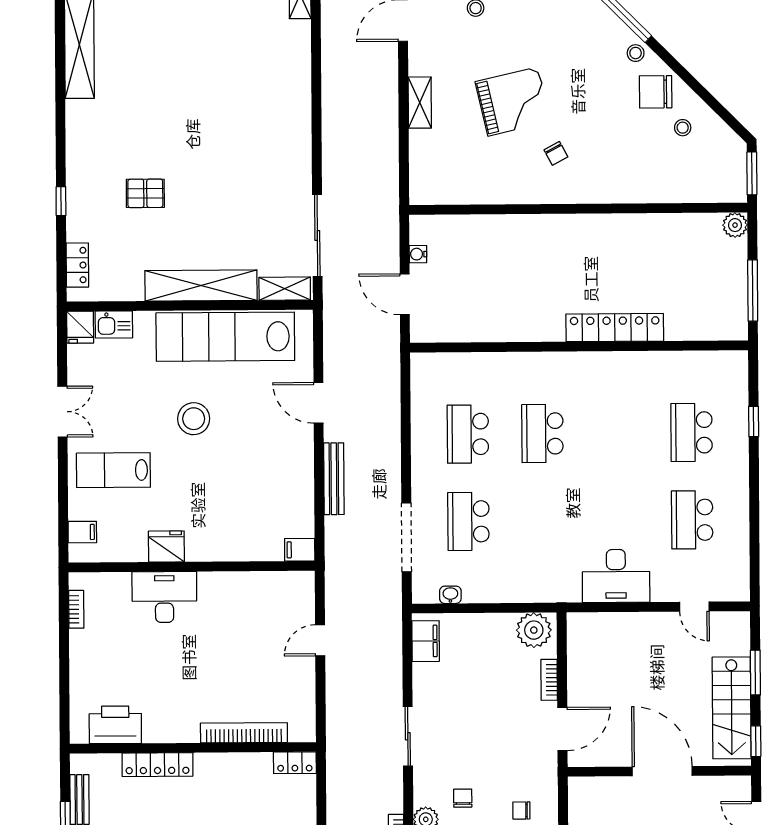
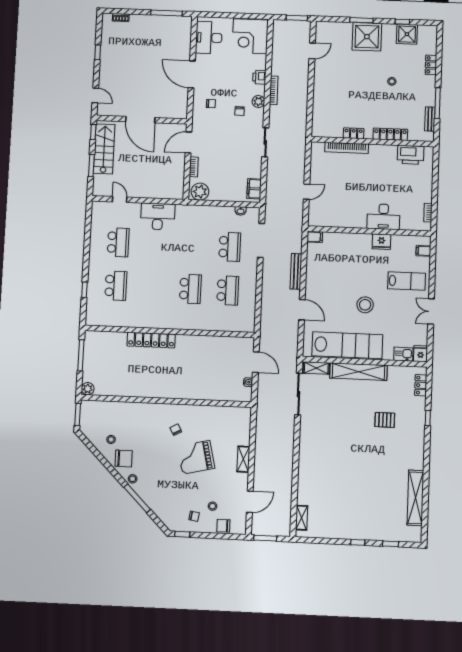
locker: (295, 763) -> (354, 133), moved

